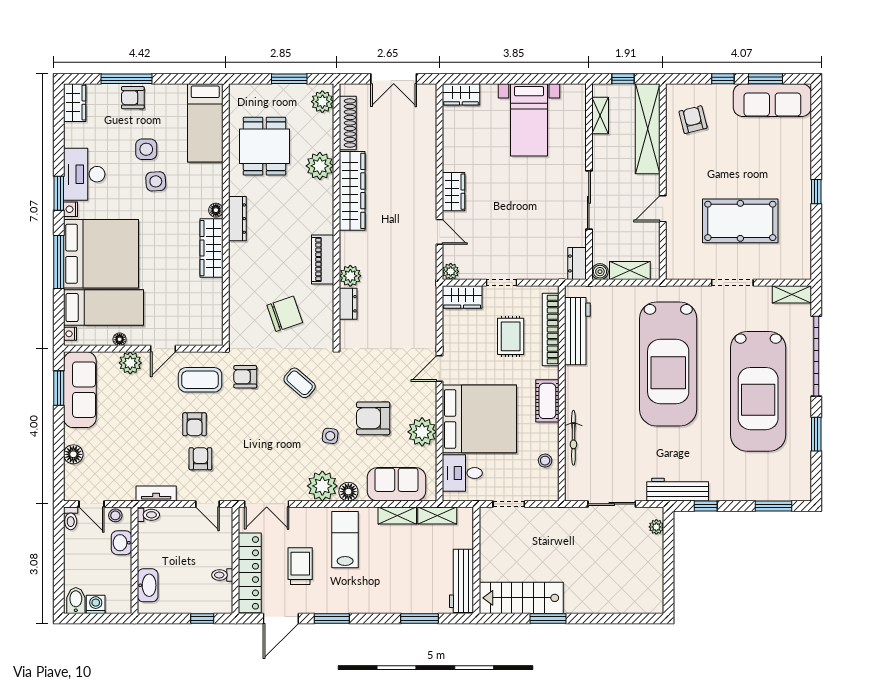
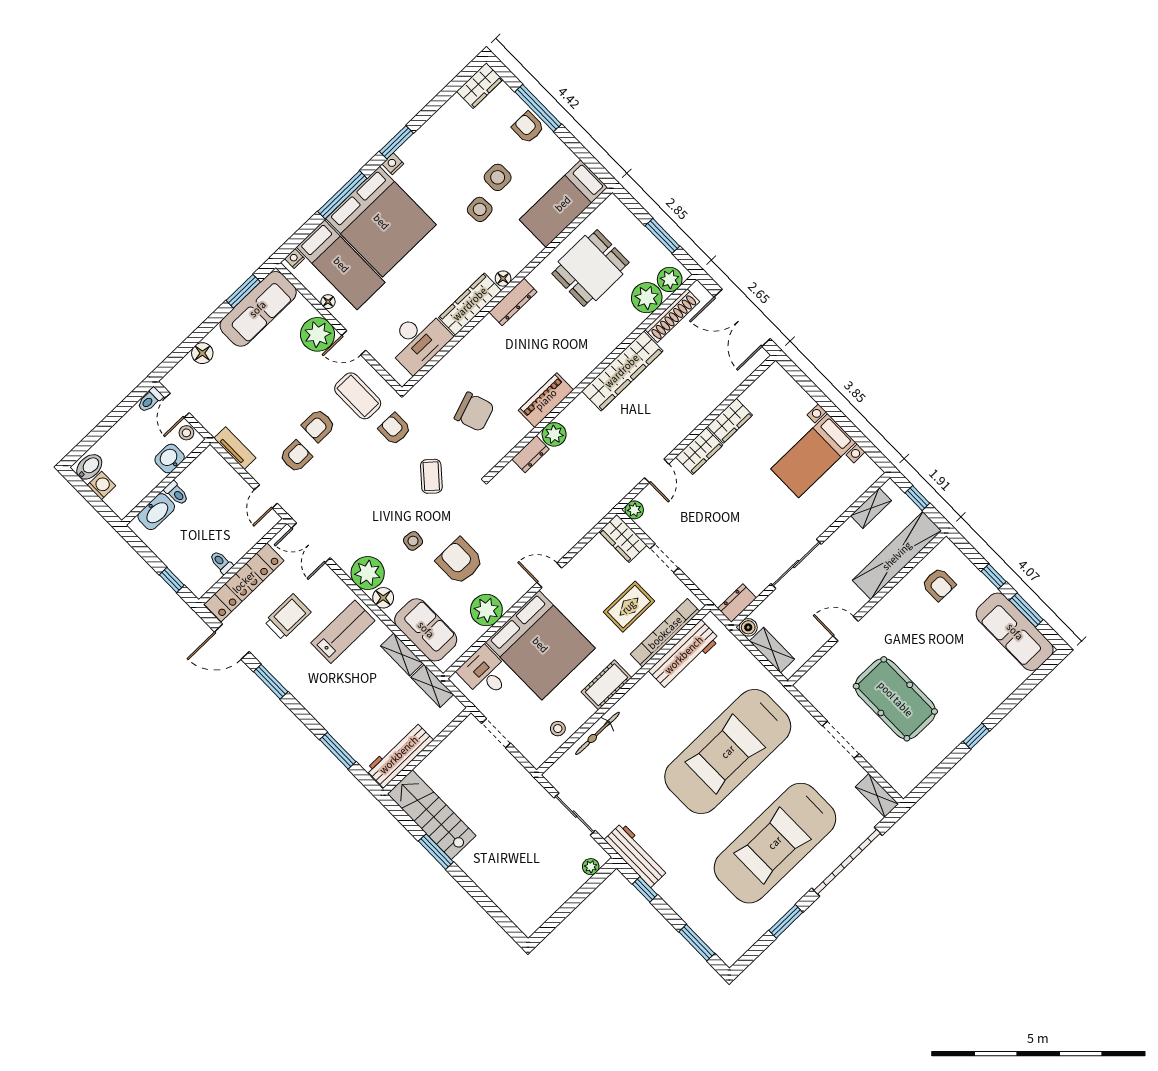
double door: (394, 79) -> (742, 318), width x1.37
wardrobe: (461, 94) -> (730, 421), moved, turned -90
armchair: (693, 120) -> (939, 584), turned 104
plant: (320, 166) -> (647, 298), moved
desk: (84, 174) -> (418, 340), moved, turned 180
plant: (130, 363) -> (318, 334), width x1.36, depth x1.36
toilet: (148, 515) -> (176, 493), moved

